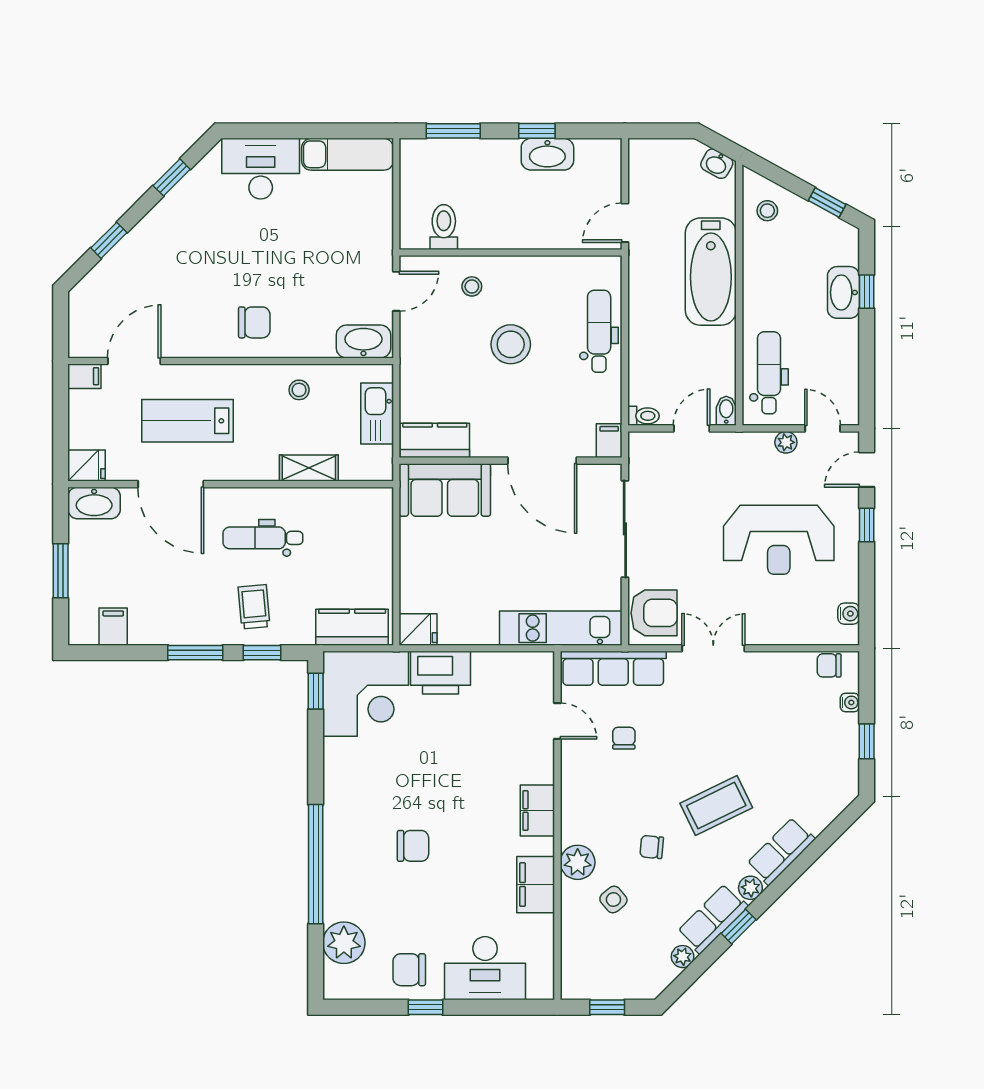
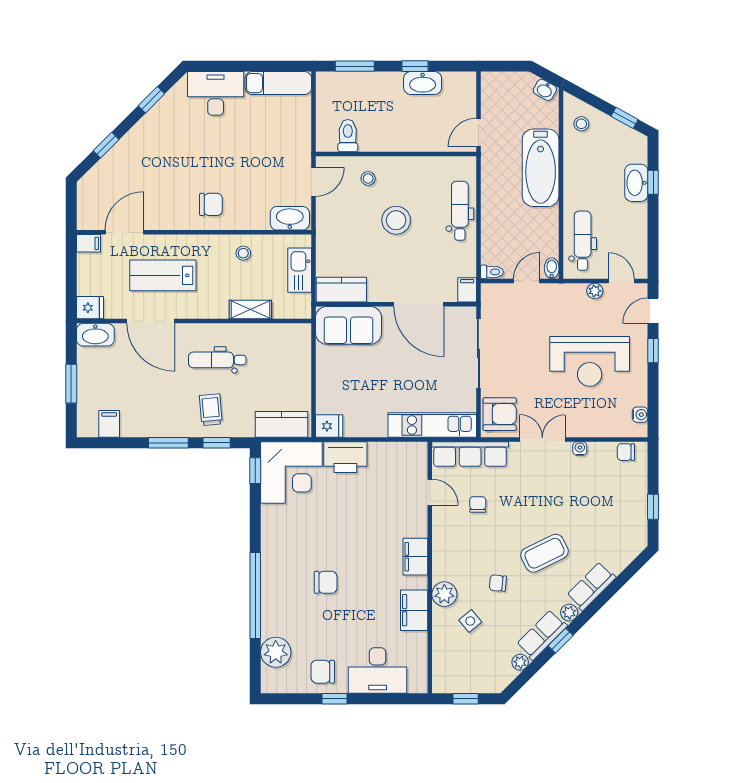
water cooler: (850, 702) -> (580, 449), moved, turned -90

